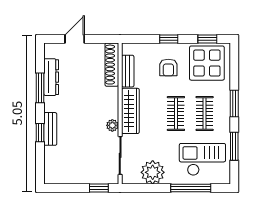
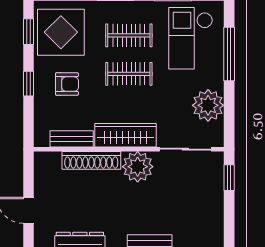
shoe rack: (112, 65) -> (91, 160), moved
plant: (112, 125) -> (138, 167), width x1.88, depth x1.88

